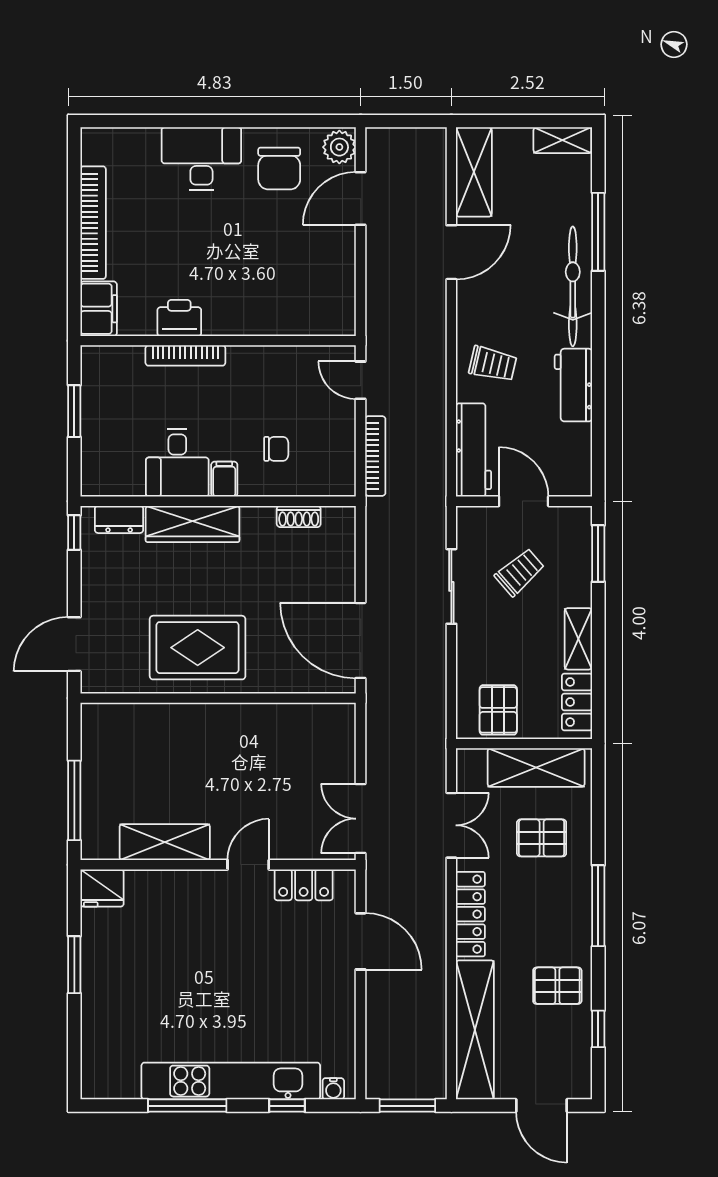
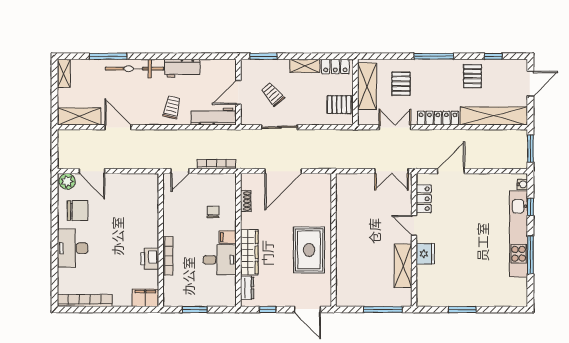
bookcase: (93, 223) -> (85, 300), moved
window: (74, 533) -> (268, 310), moved
door: (361, 640) -> (283, 171), moved
fridge: (102, 888) -> (425, 254), moved

